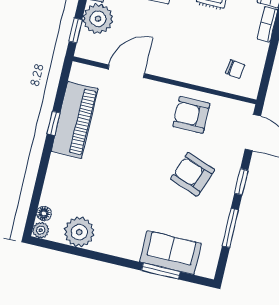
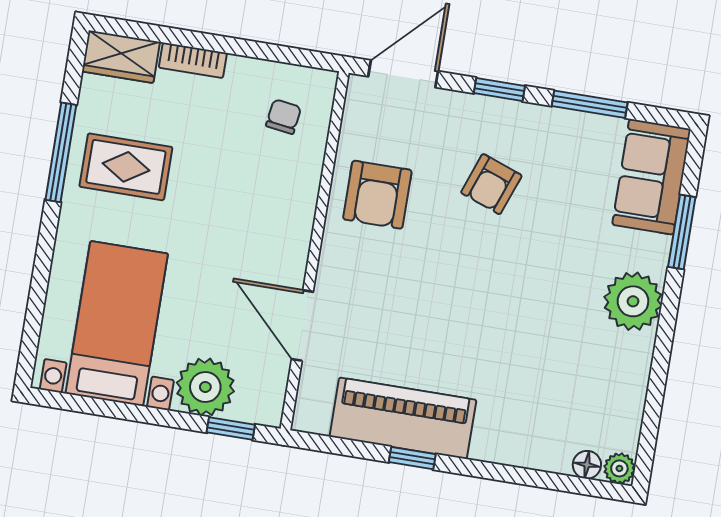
armchair: (193, 174) -> (491, 184), width x0.72, depth x0.72
plant: (79, 232) -> (633, 301), moved
sofa: (171, 253) -> (651, 177), moved

